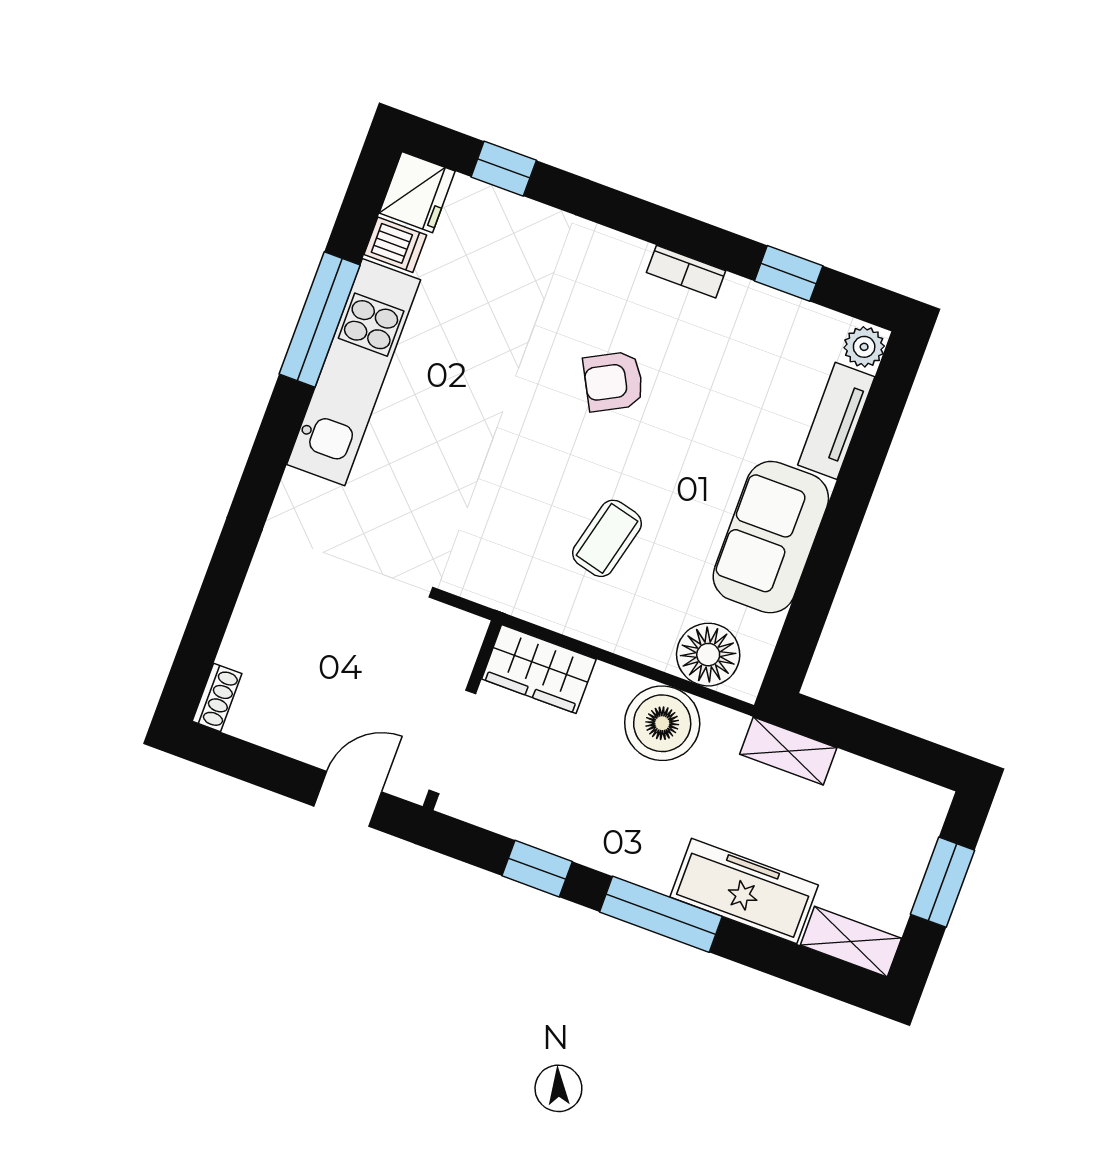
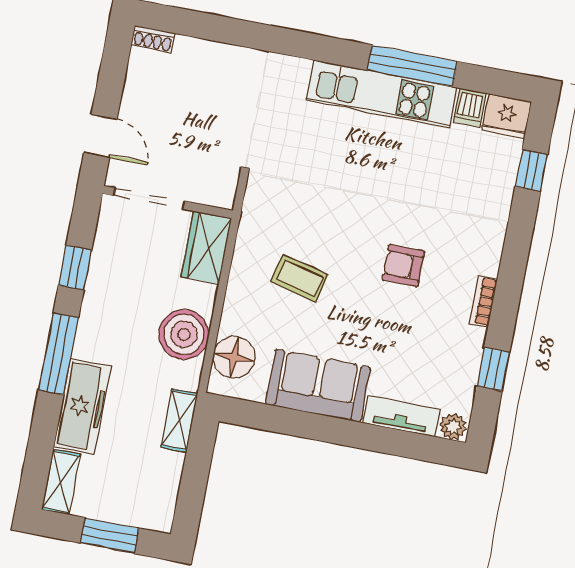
armchair: (613, 381) -> (403, 266), turned -62

